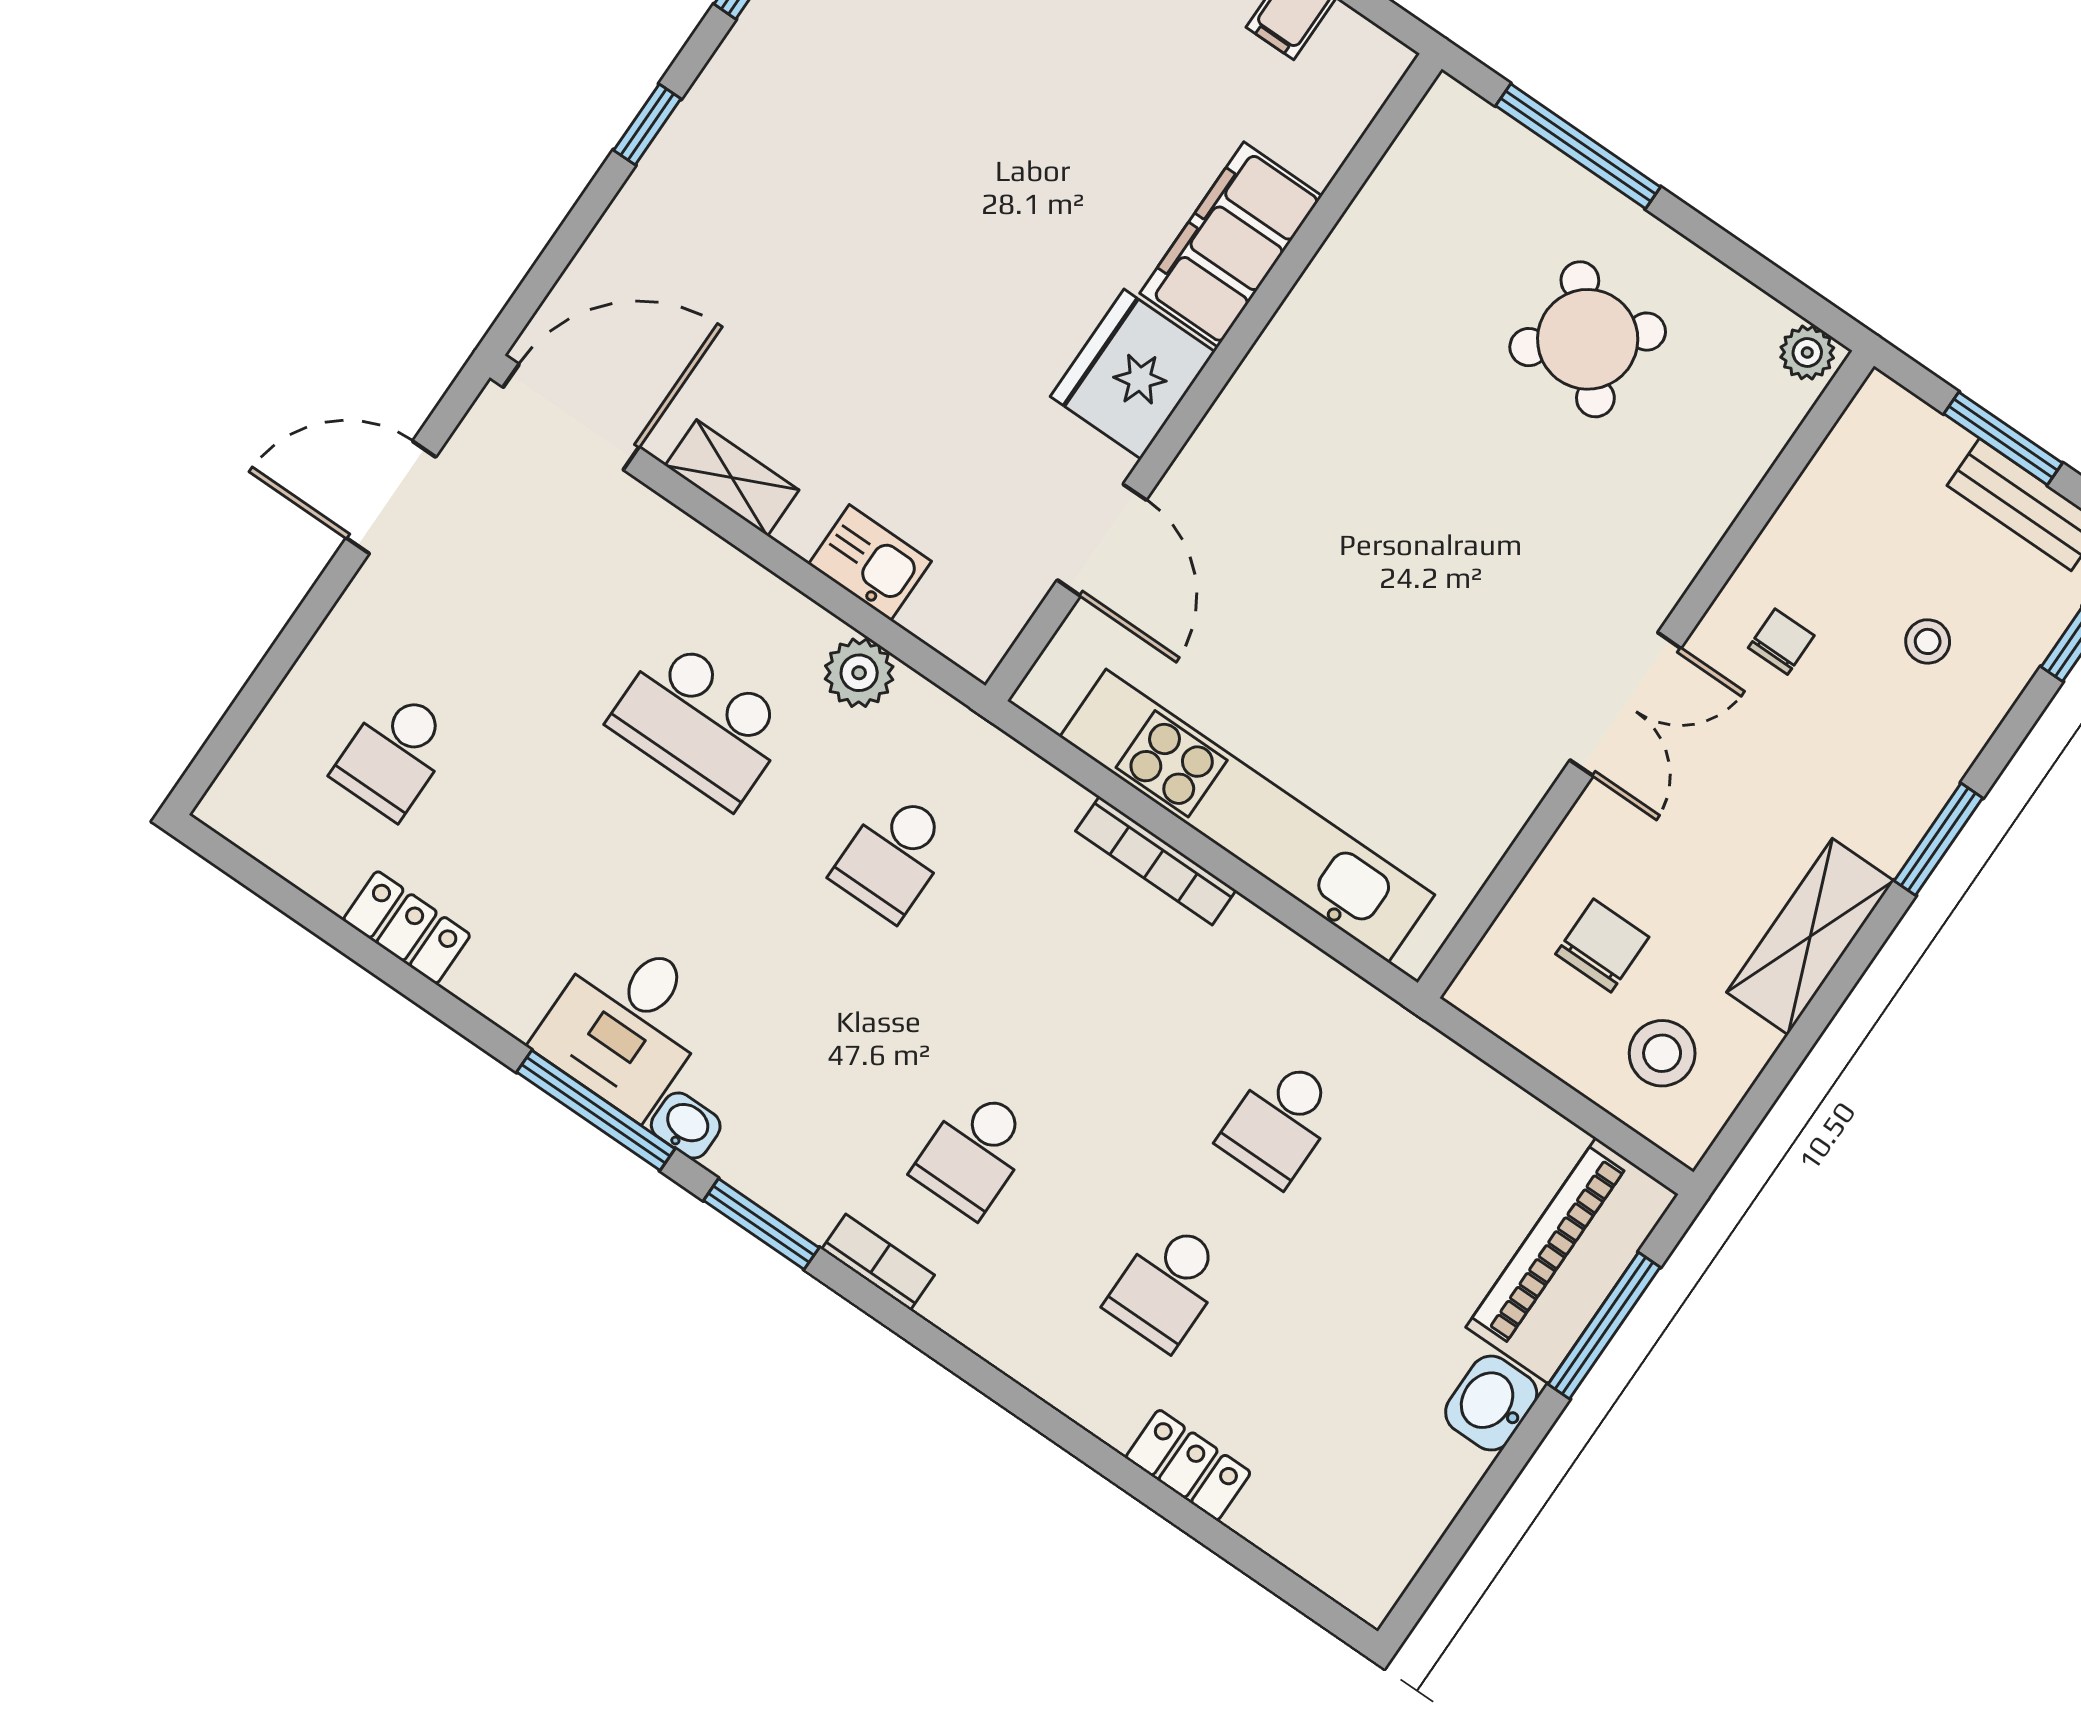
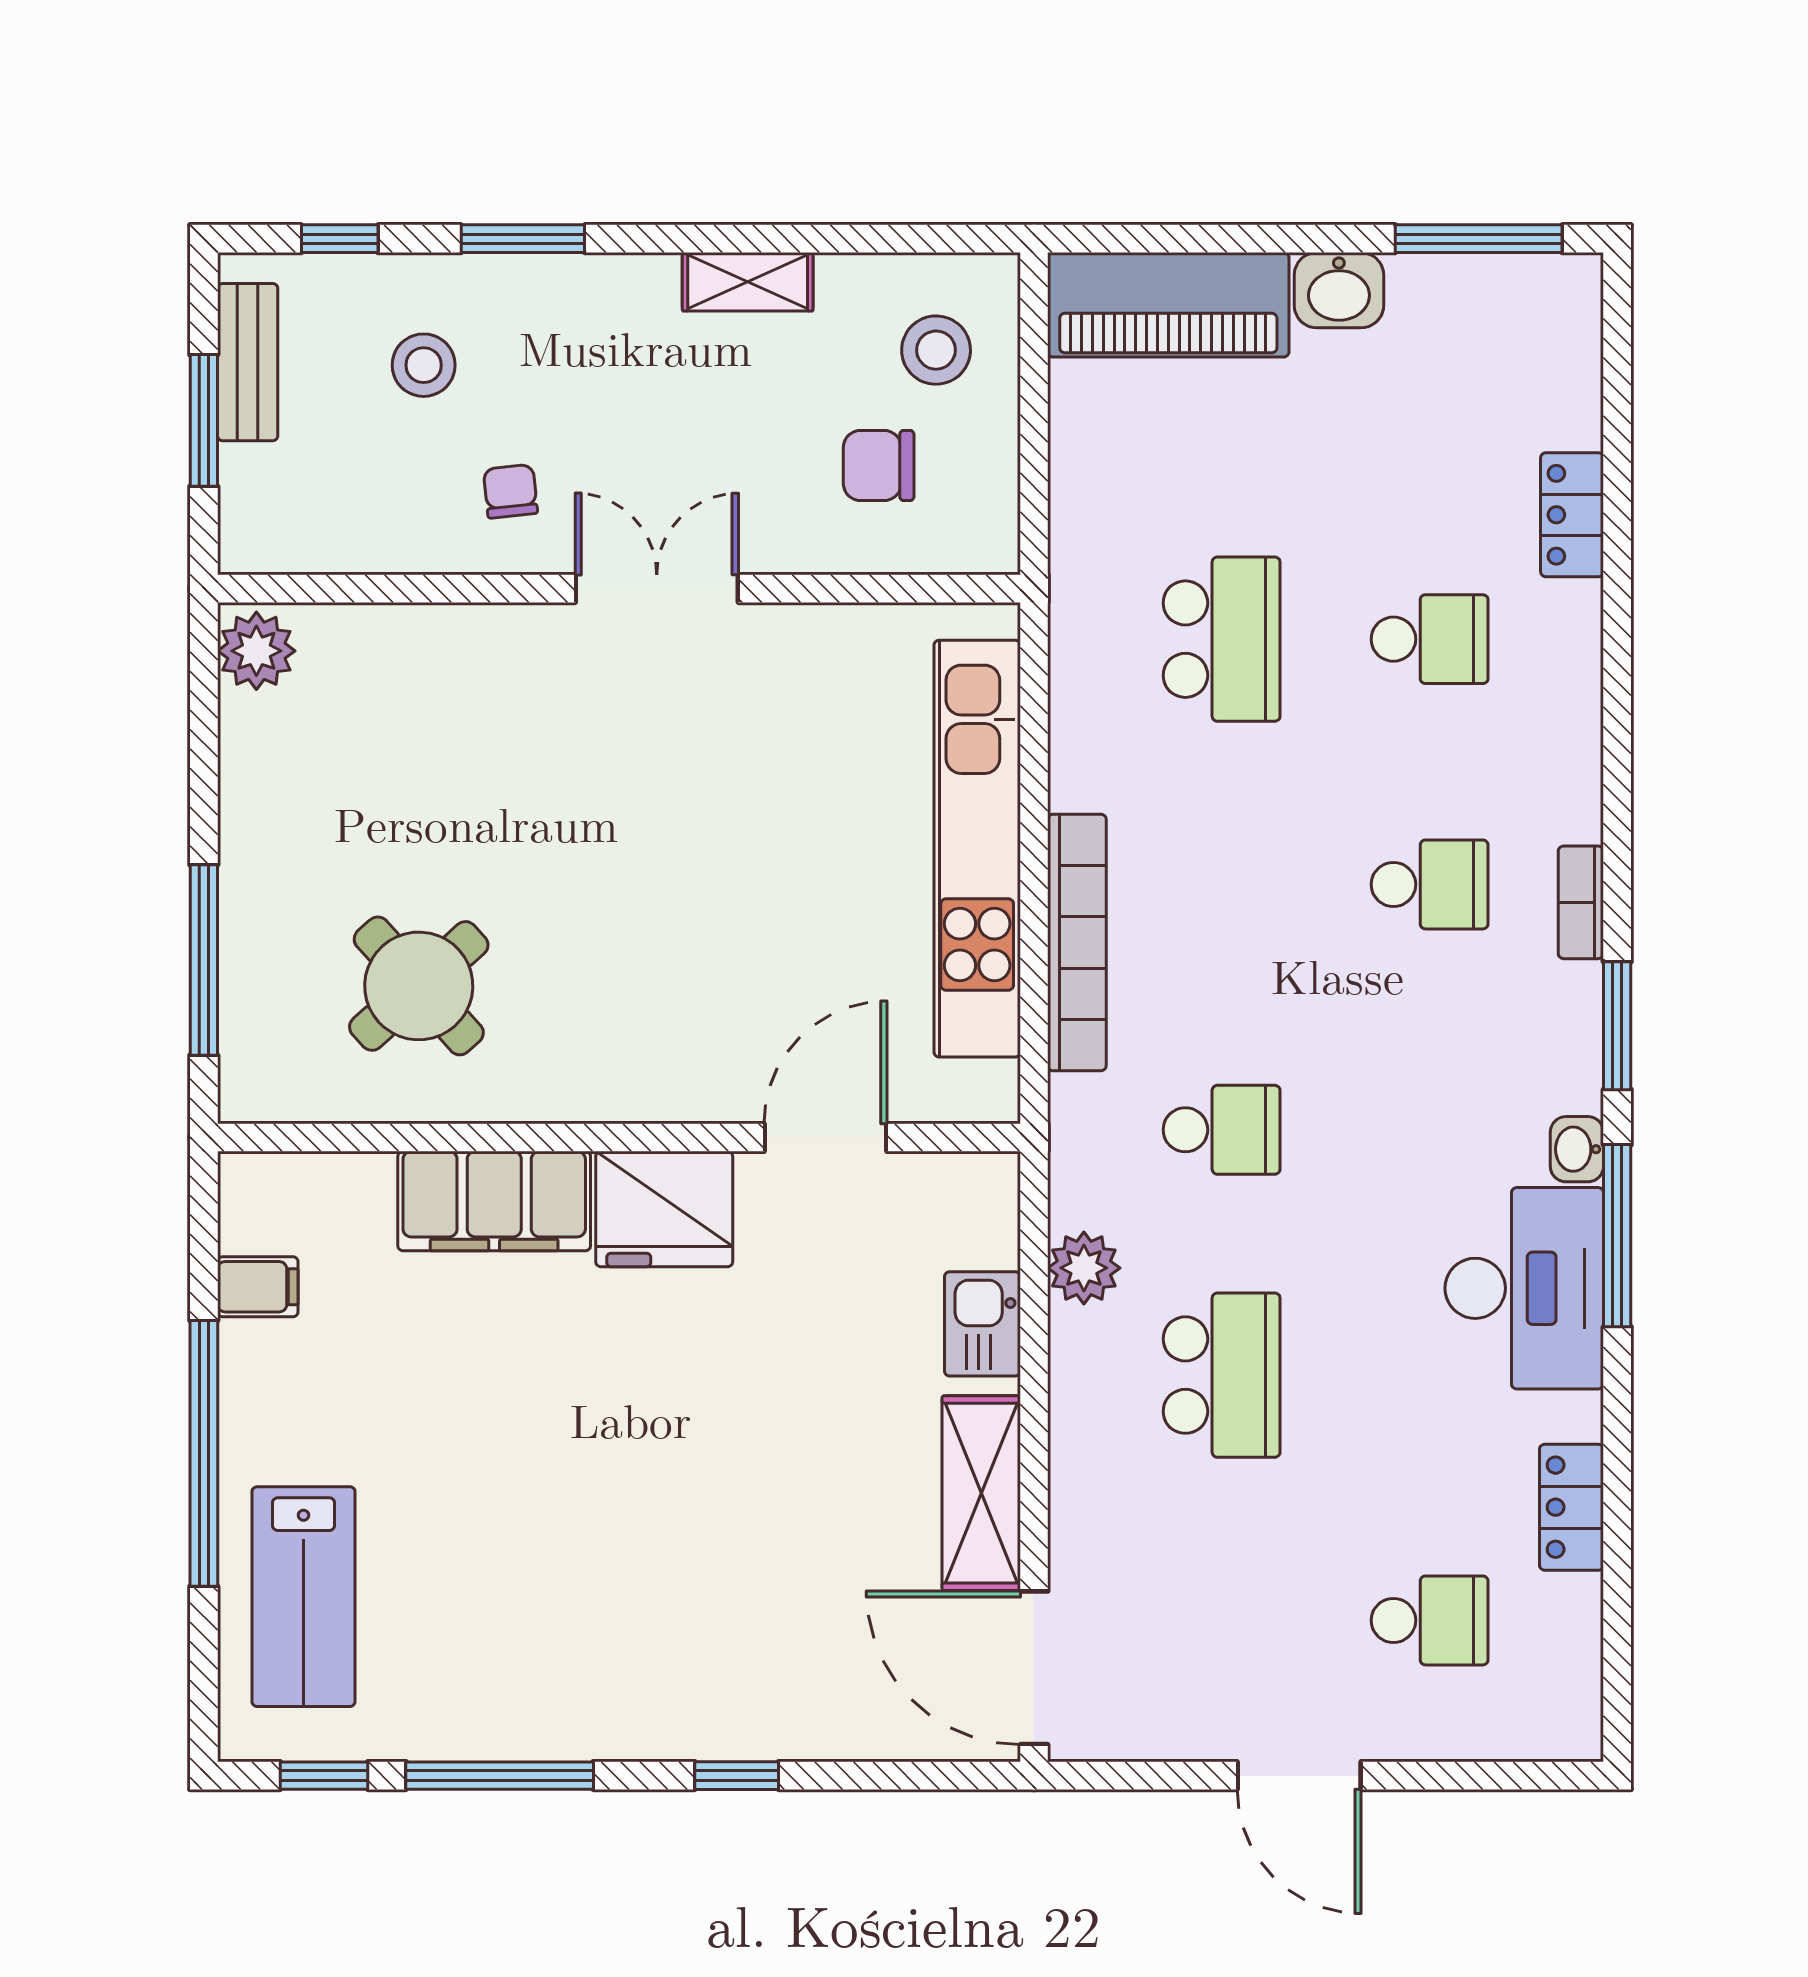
round table: (1588, 339) -> (419, 986), moved
plant: (1807, 353) -> (256, 651), width x1.38, depth x1.38
shelving: (732, 478) -> (981, 1493), width x1.50, depth x1.33
door: (391, 497) -> (1299, 1776), moved
stool: (1928, 641) -> (424, 365), width x1.37, depth x1.37
chair: (1781, 642) -> (510, 491), turned 84
window: (1938, 839) -> (523, 239), moved
bookcase: (1156, 861) -> (1077, 942), width x1.48, depth x1.31
shelving: (1810, 937) -> (748, 282), width x0.67, depth x0.75
desk: (626, 1023) -> (1524, 1288), width x1.37
school desk: (1280, 1122) -> (1222, 639), width x1.85
window: (1604, 1326) -> (1479, 239), moved

